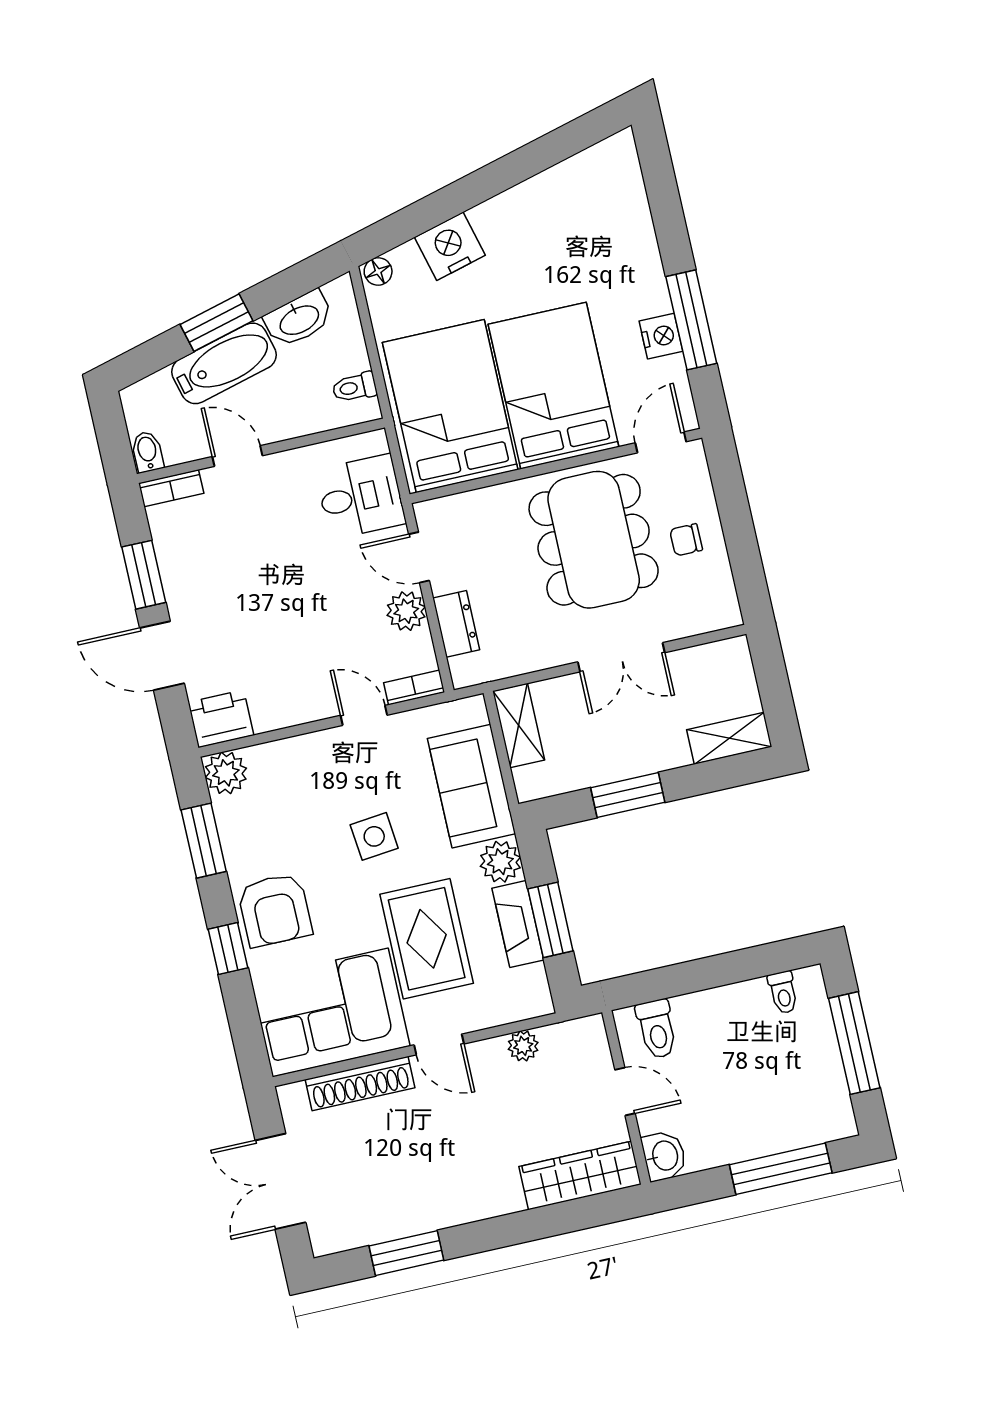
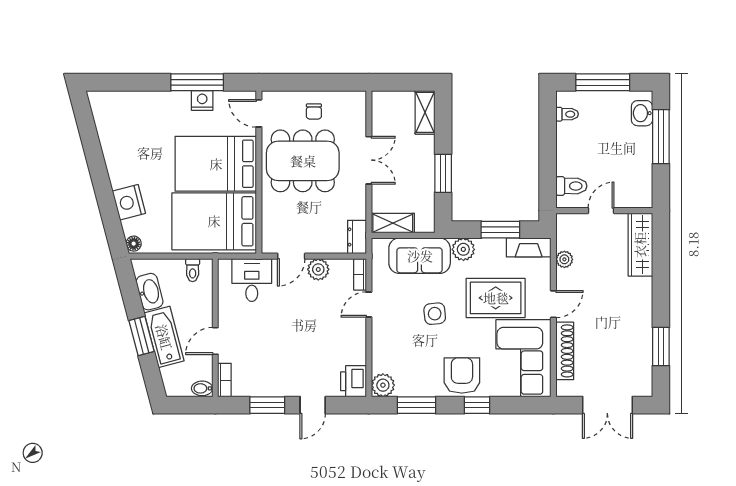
dresser: (456, 624) -> (357, 237), moved, turned -90
door: (162, 656) -> (313, 405), width x0.73
armchair: (275, 910) -> (462, 376), turned -90
fireplace: (518, 924) -> (529, 247), moved
washbasin: (664, 1156) -> (642, 113), moved, turned -90

